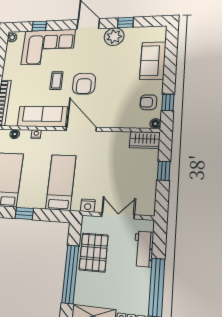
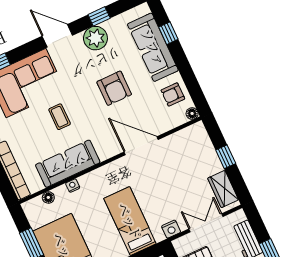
sofa: (153, 61) -> (153, 47), width x1.36
armchair: (84, 84) -> (114, 88), moved
window: (168, 102) -> (168, 33), moved
door: (81, 129) -> (141, 146), moved
wardrobe: (145, 140) -> (223, 189), moved, turned 90

